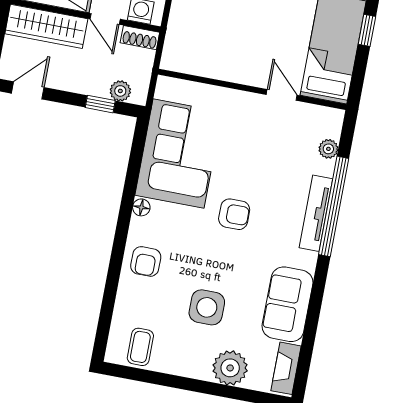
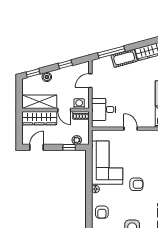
desk: (193, 34) -> (104, 109), added
door: (282, 95) -> (131, 129), moved

